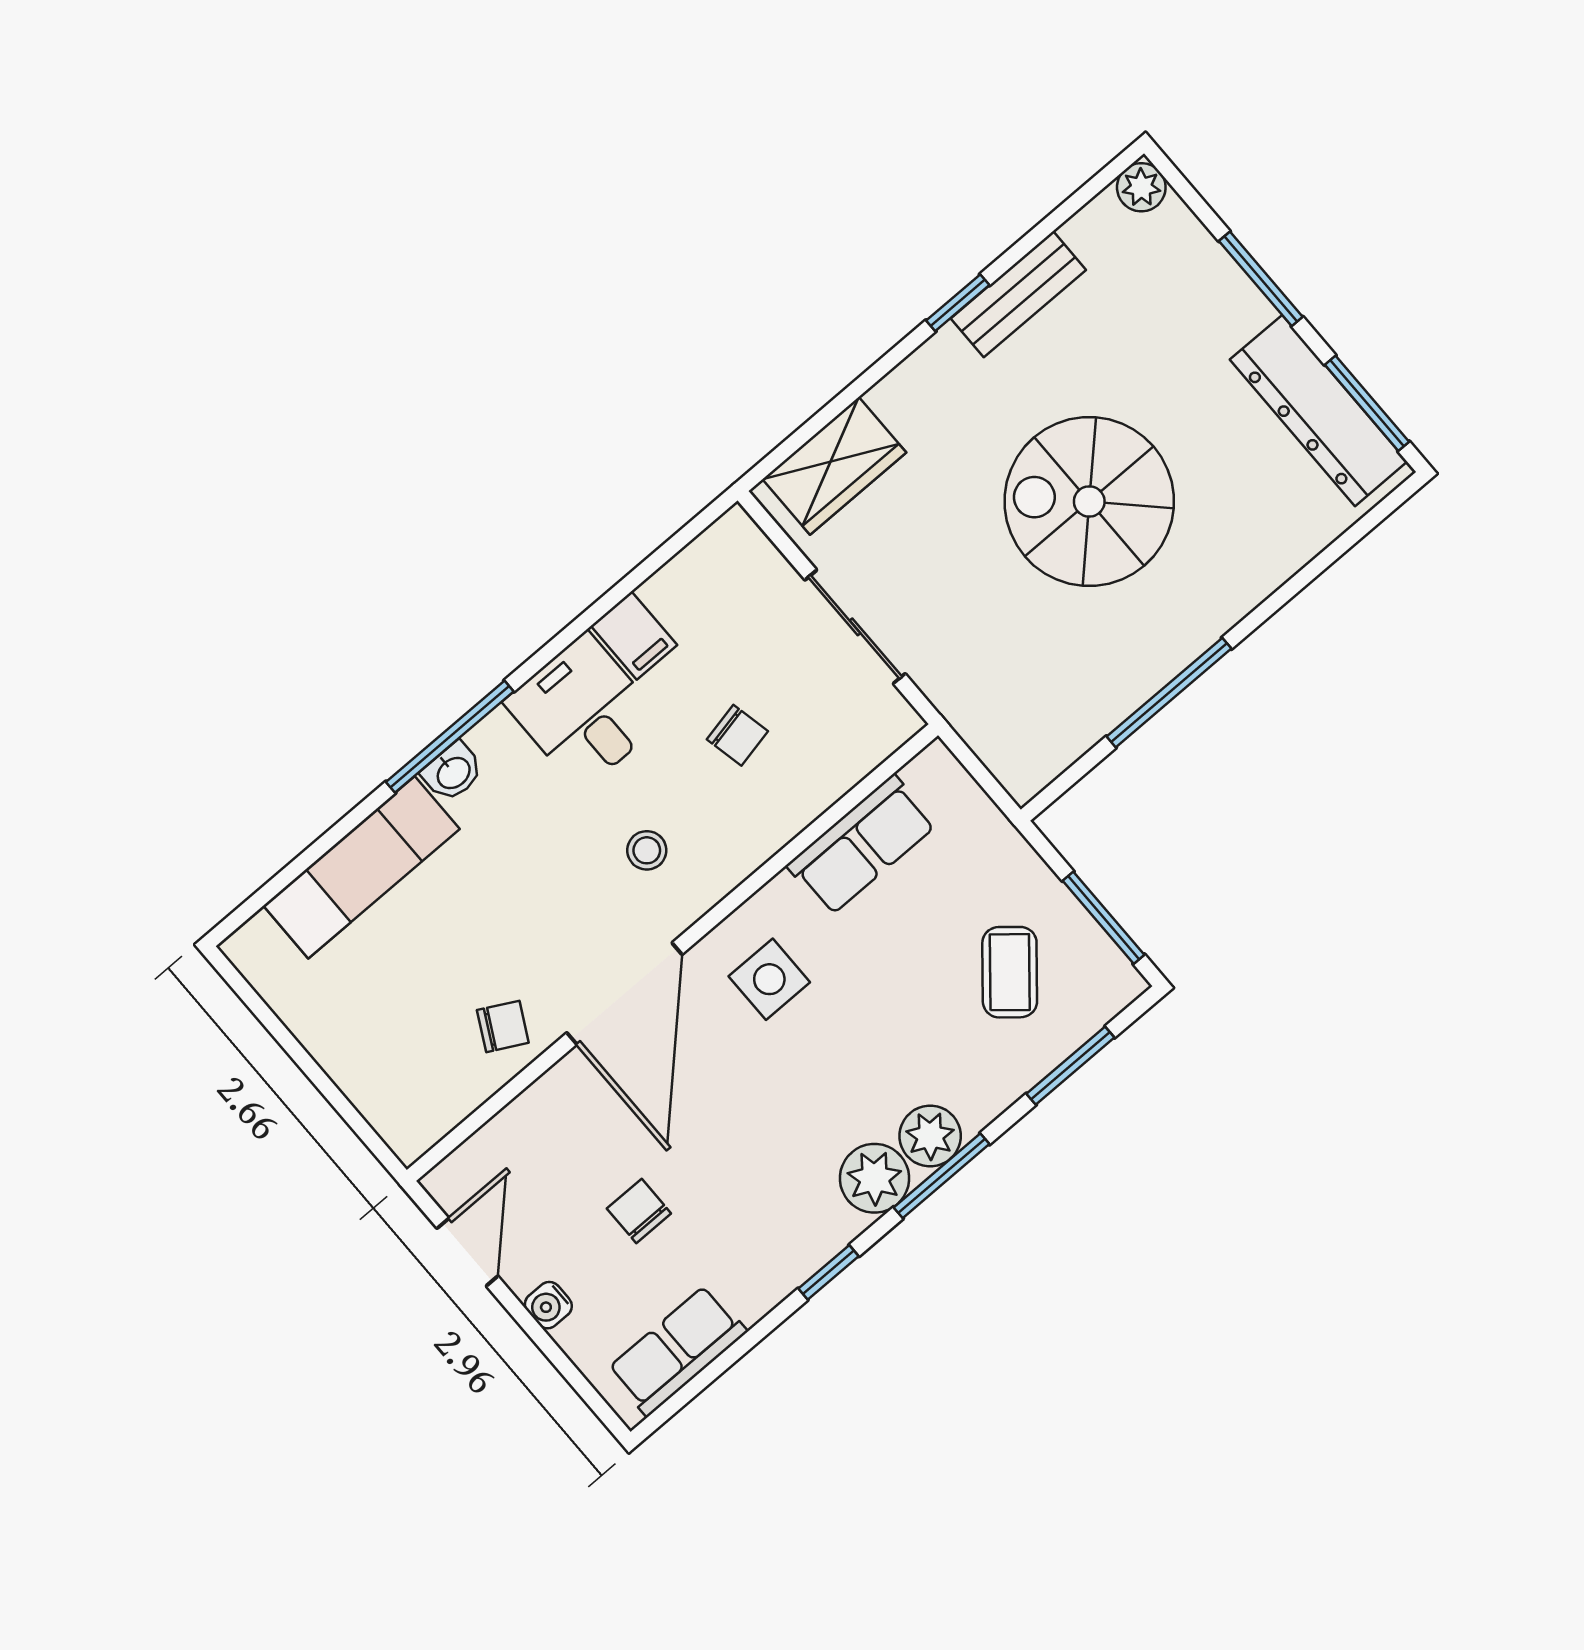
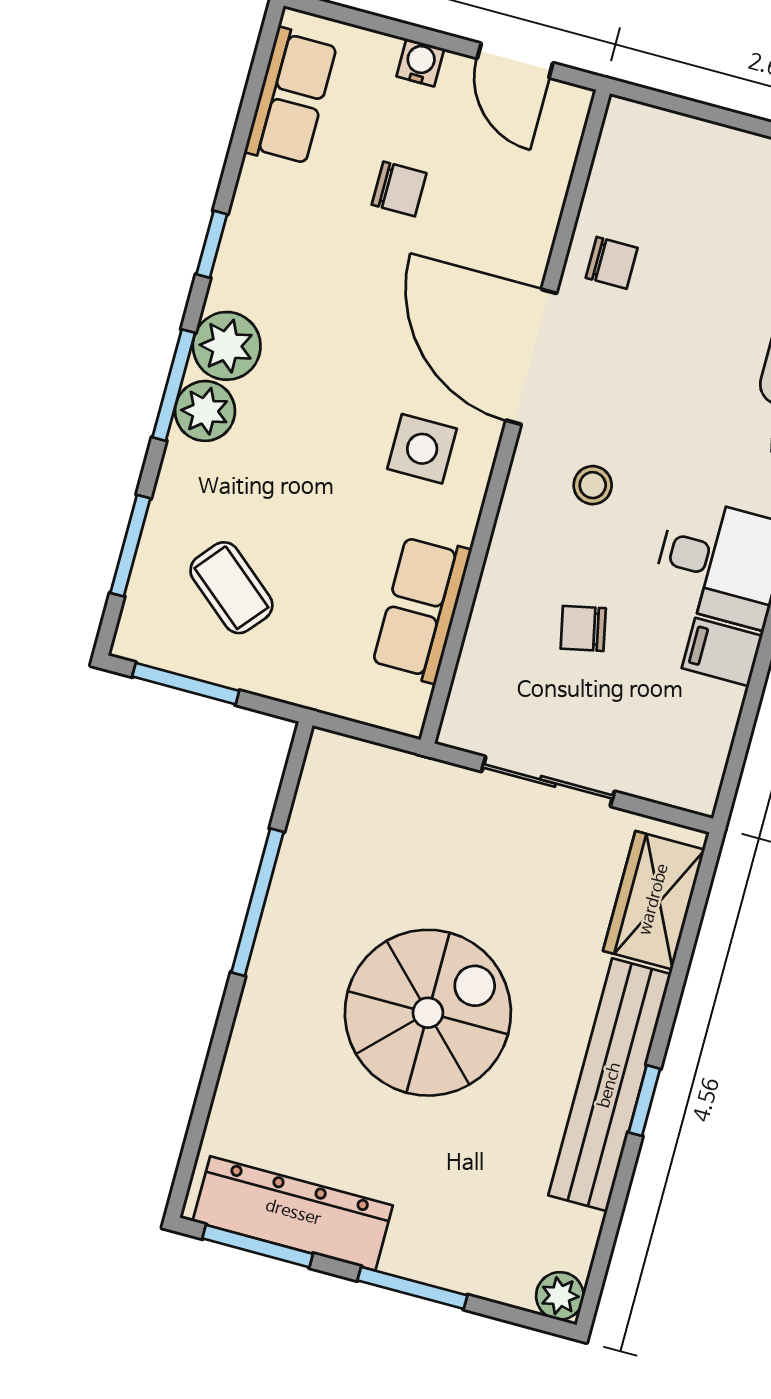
bench: (1018, 294) -> (610, 1085), width x1.86, depth x1.21
chair: (503, 1026) -> (612, 263), turned -118

